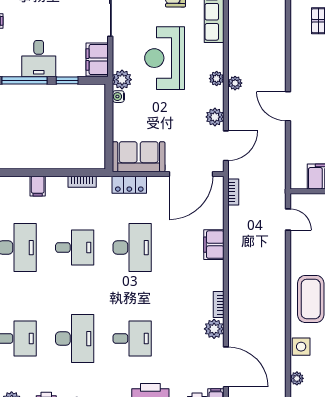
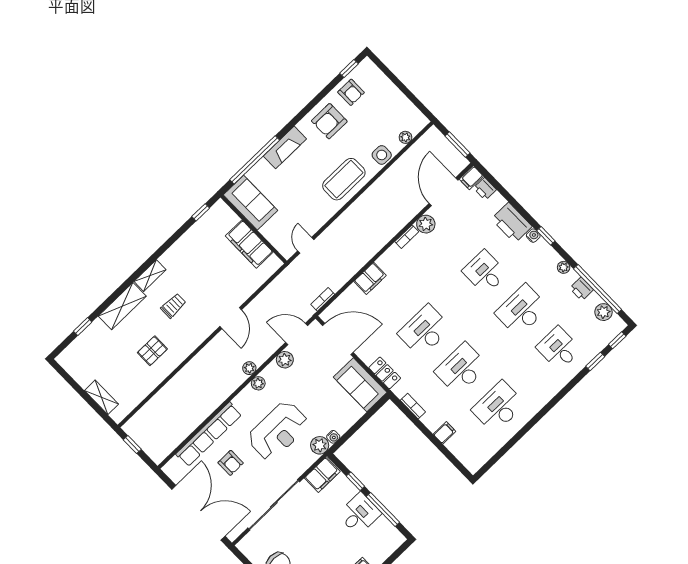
desk: (75, 248) -> (461, 369), width x1.37

